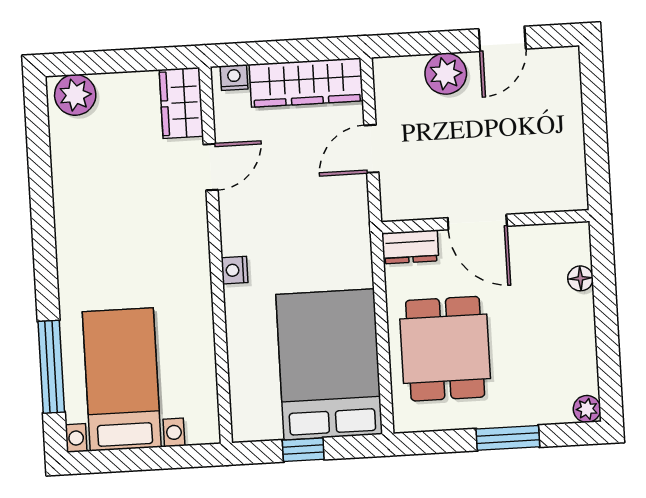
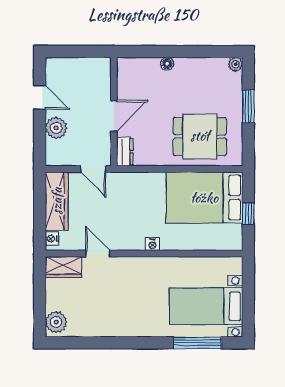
door: (477, 222) -> (114, 116), moved
wall: (485, 222) -> (114, 112), moved
dresser: (410, 247) -> (125, 152), moved

